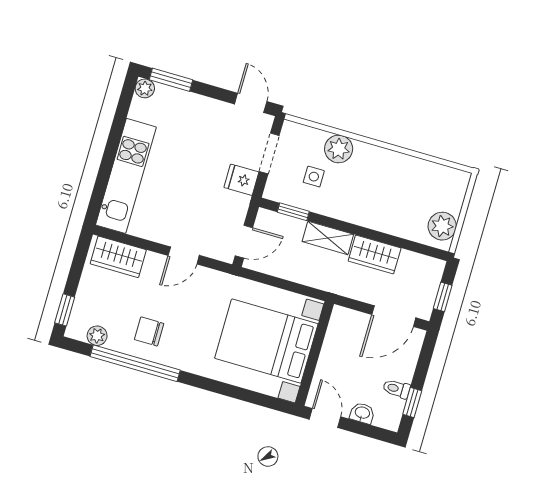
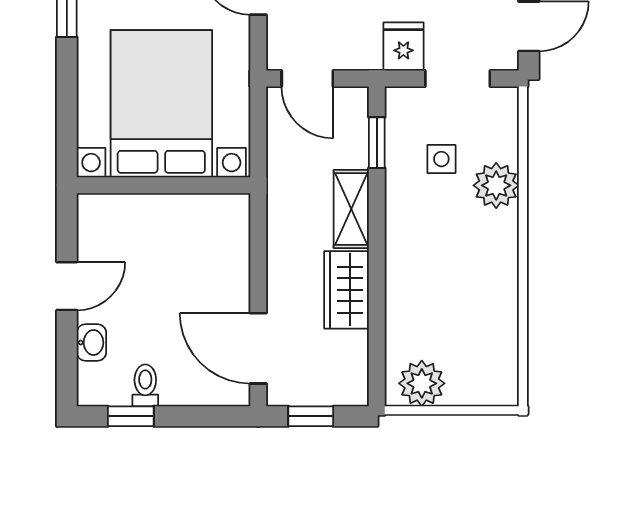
bed with nightstands: (266, 341) -> (161, 104), moved
wall: (315, 354) -> (164, 185), moved

